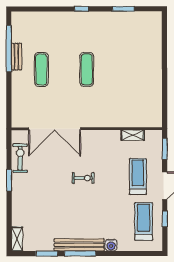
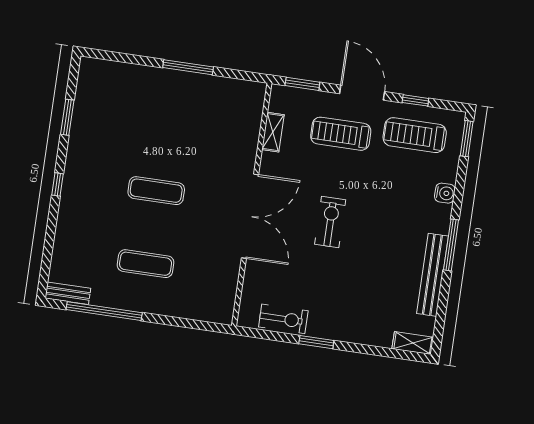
bench: (16, 57) -> (68, 293), moved
window: (165, 78) -> (188, 67), added
double door: (55, 129) -> (250, 216), moved
exercise bike: (20, 158) -> (283, 319), turned 180
exercise bike: (83, 178) -> (330, 222), width x1.38, depth x1.39
bench: (79, 245) -> (432, 275), moved
window: (47, 254) -> (467, 139), moved

